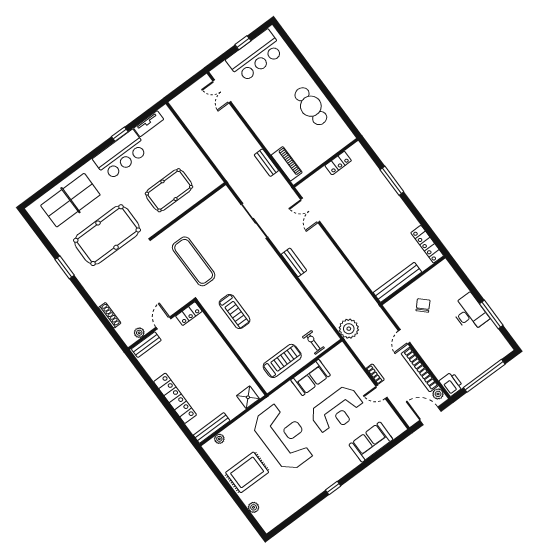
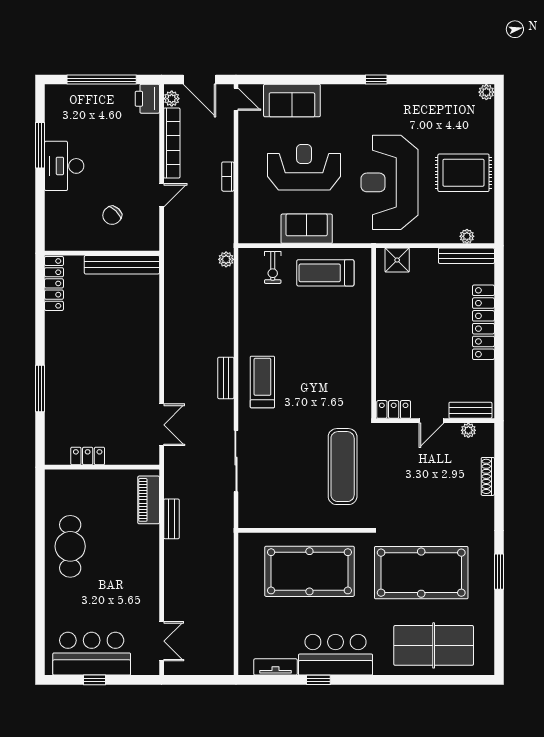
pool table: (169, 190) -> (309, 571), width x1.36, depth x1.32
treadmill: (235, 312) -> (262, 382), moved
plant: (349, 329) -> (226, 259), width x0.53, depth x0.53
door: (381, 392) -> (236, 99), moved
plant: (254, 507) -> (486, 92), moved

